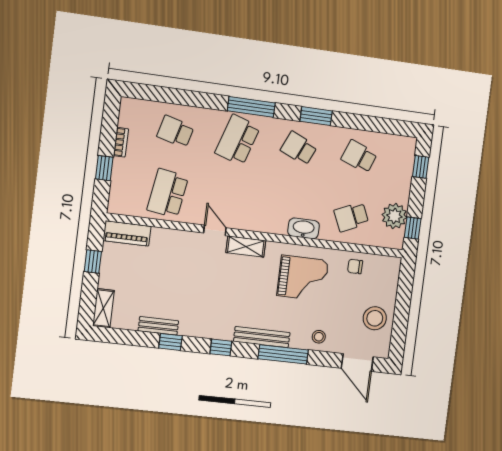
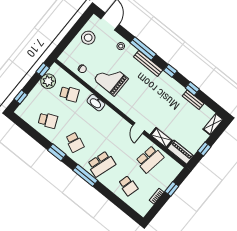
school desk: (359, 156) -> (48, 120), turned -45
shelving: (246, 247) -> (161, 138), moved

